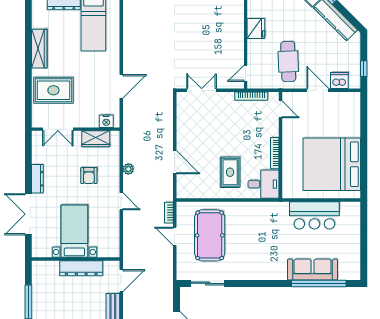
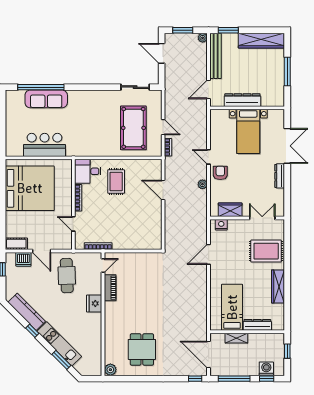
piano: (237, 47) -> (110, 288), added
double door: (202, 90) -> (140, 251), removed
cot: (348, 99) -> (16, 244), added
door: (280, 109) -> (73, 224), moved
armchair: (89, 176) -> (220, 173), moved

